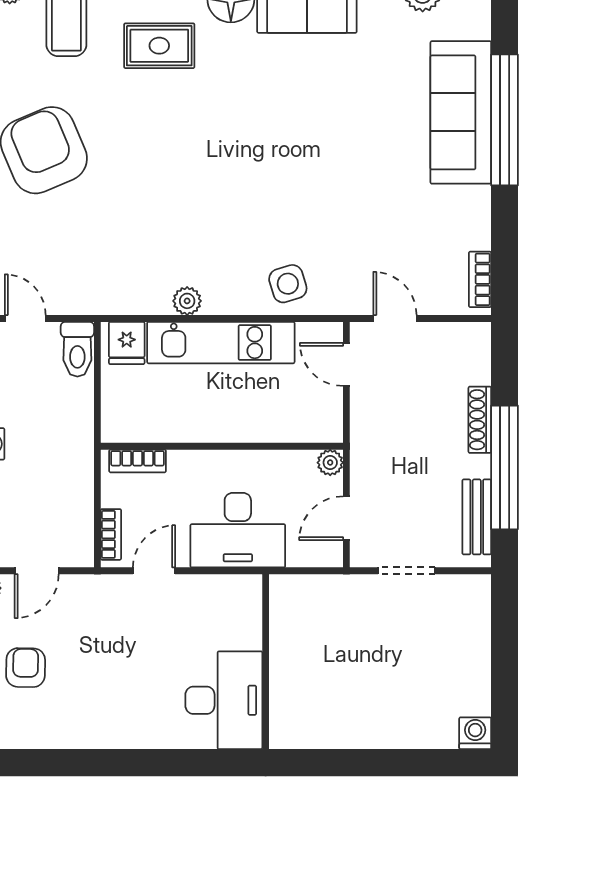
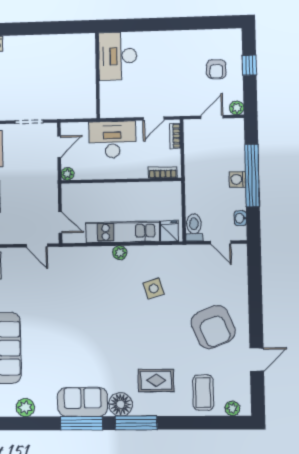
side table: (288, 284) -> (154, 288), moved
plant: (187, 301) -> (120, 253), moved

